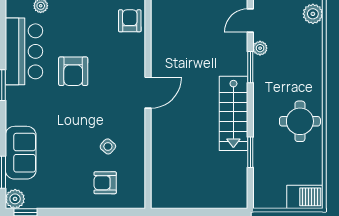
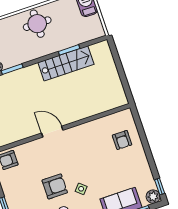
stairs: (233, 113) -> (66, 63), moved
side table: (108, 146) -> (81, 189), moved

